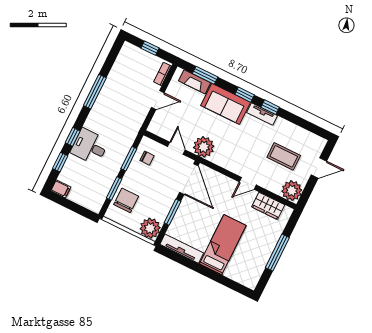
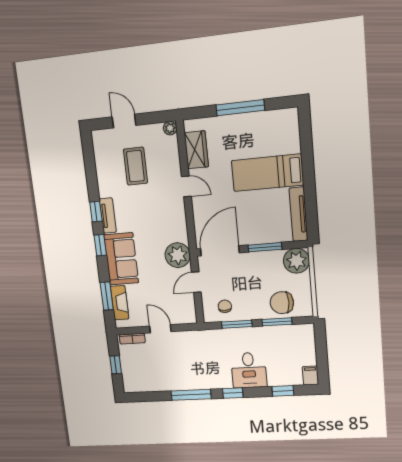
window: (73, 137) -> (233, 393), moved
plant: (292, 191) -> (170, 128), width x0.53, depth x0.53

